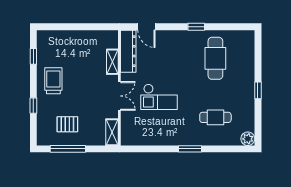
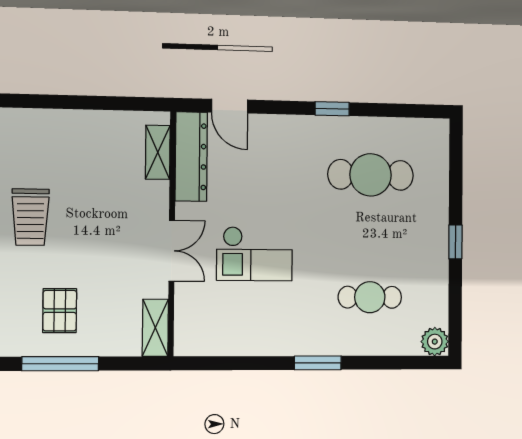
cafe table: (215, 58) -> (371, 175), turned 90
shelving: (112, 62) -> (158, 152), moved
trolley: (53, 81) -> (30, 217), turned 180
pallet: (67, 124) -> (60, 311), turned 90

